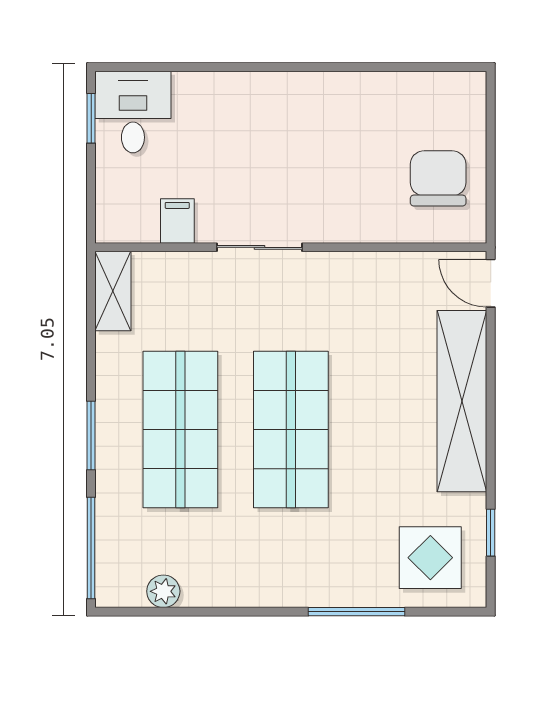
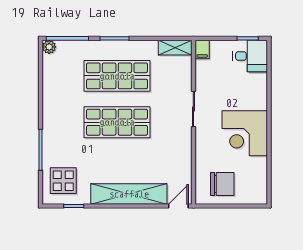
corner desk: (317, 125) -> (245, 133), added
filing cabinet: (177, 221) -> (202, 49), moved, turned 90
plant: (163, 591) -> (49, 47), moved

